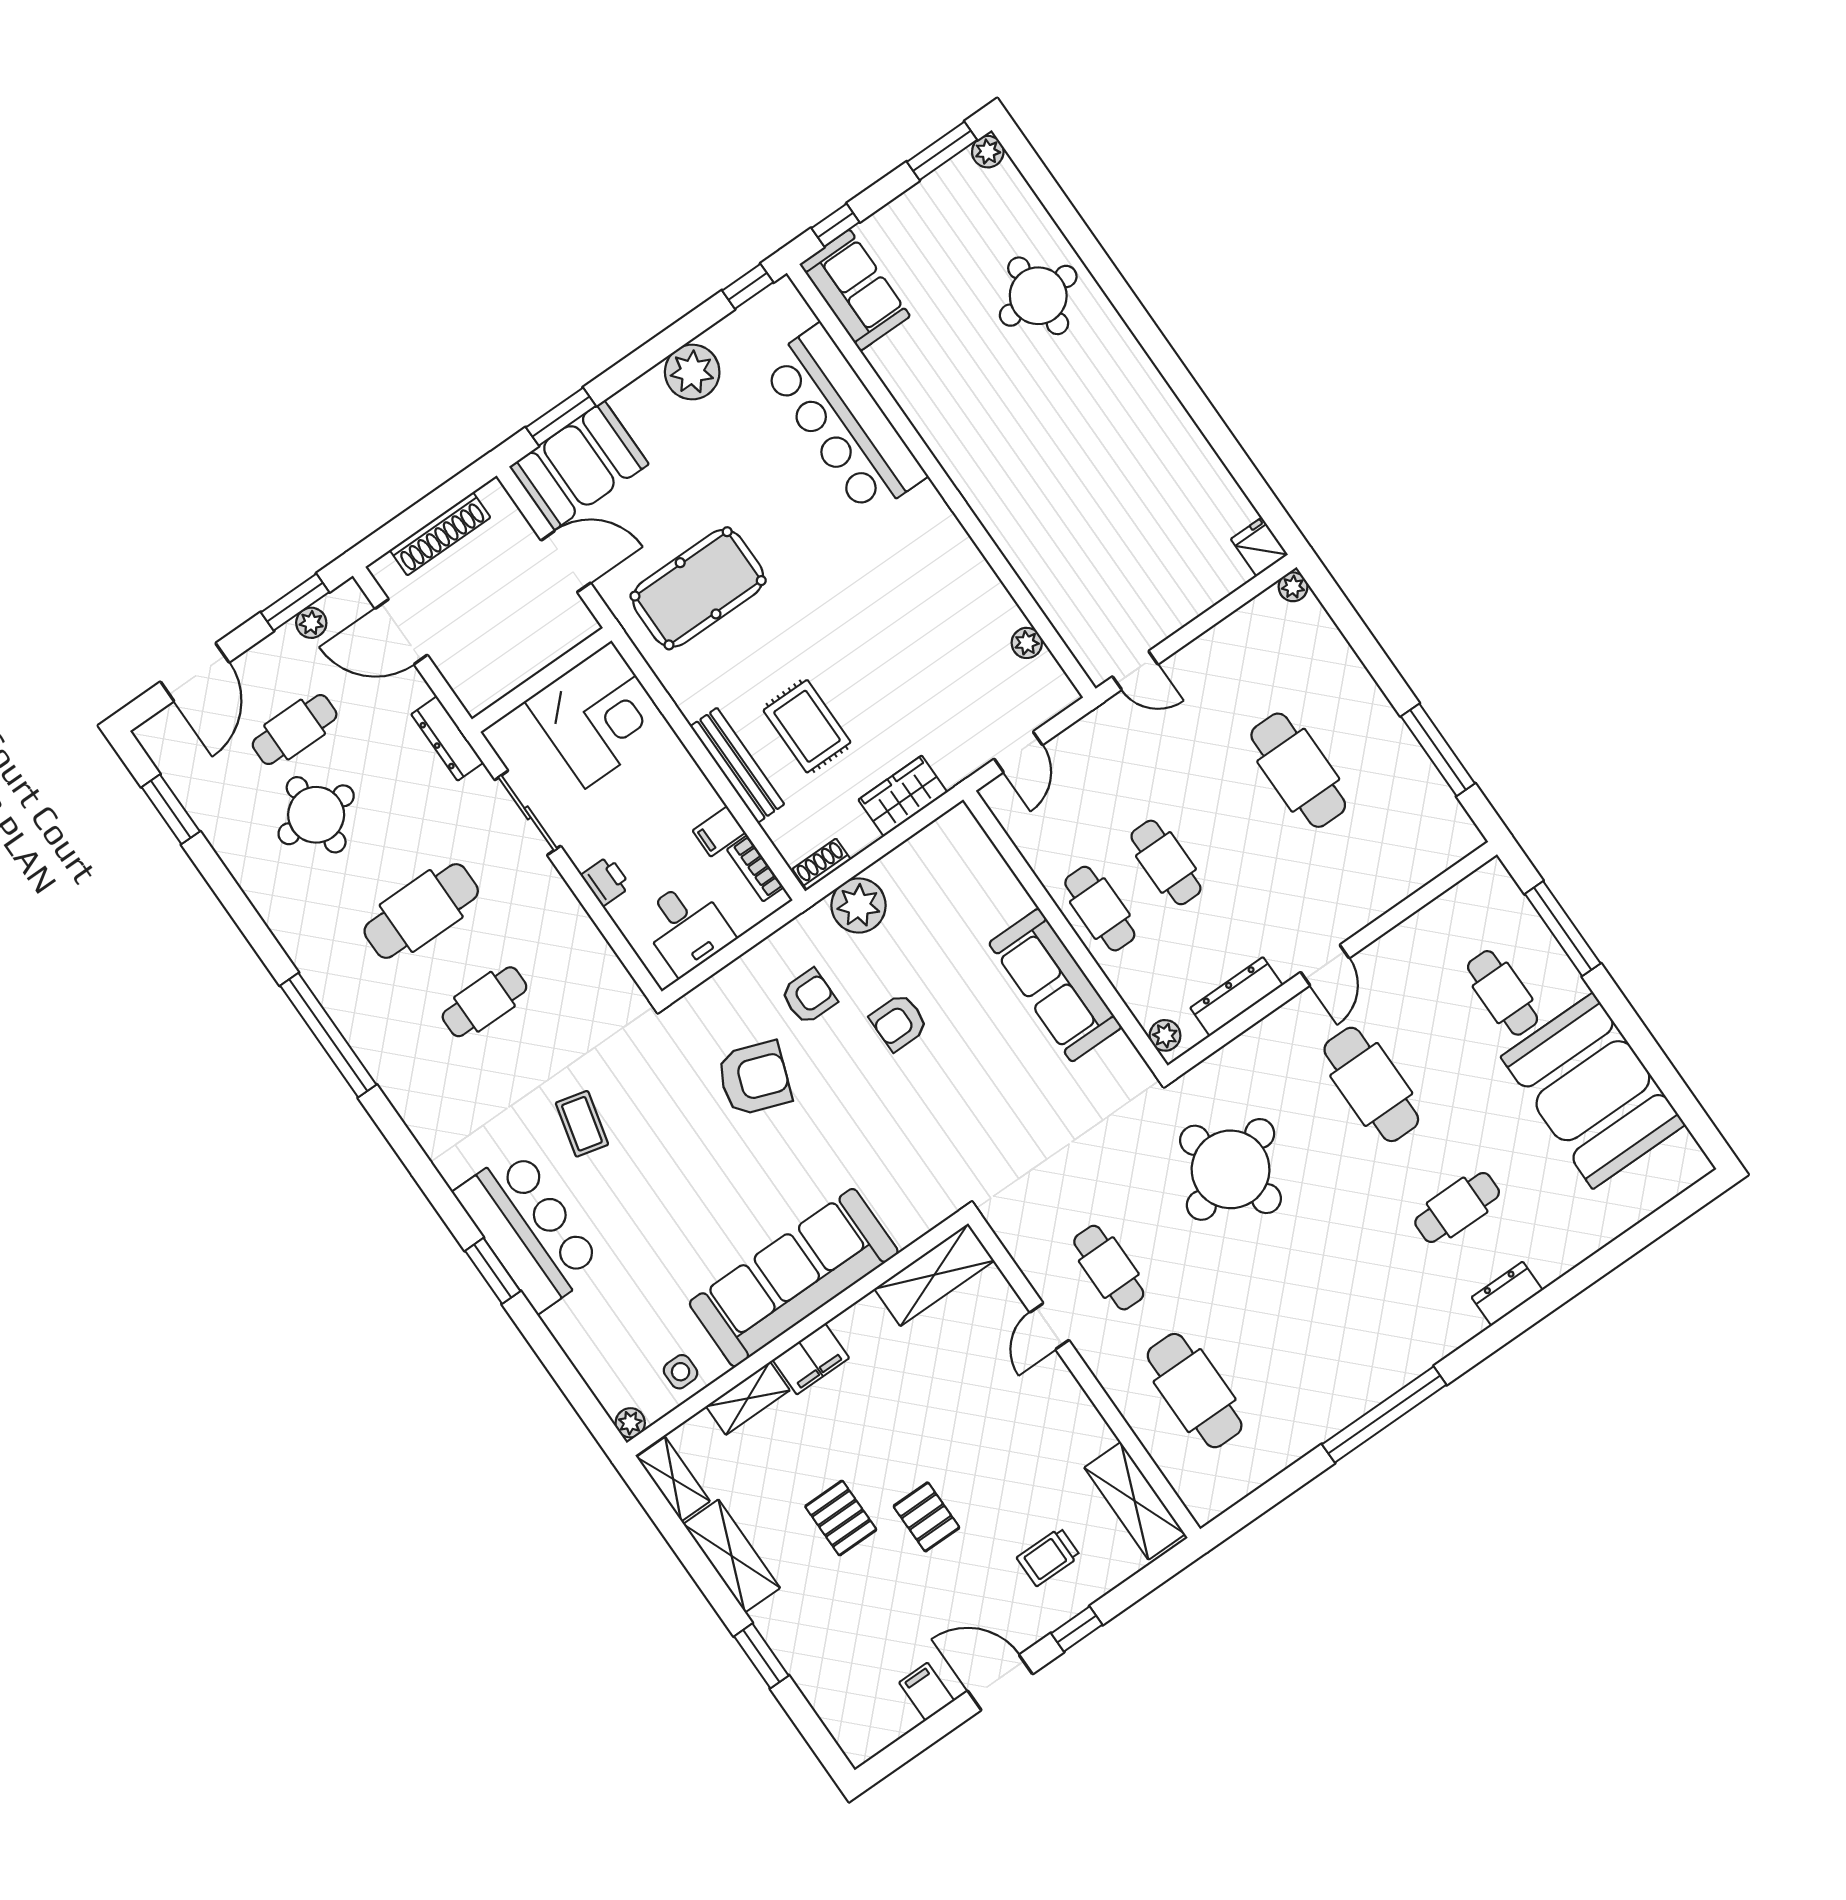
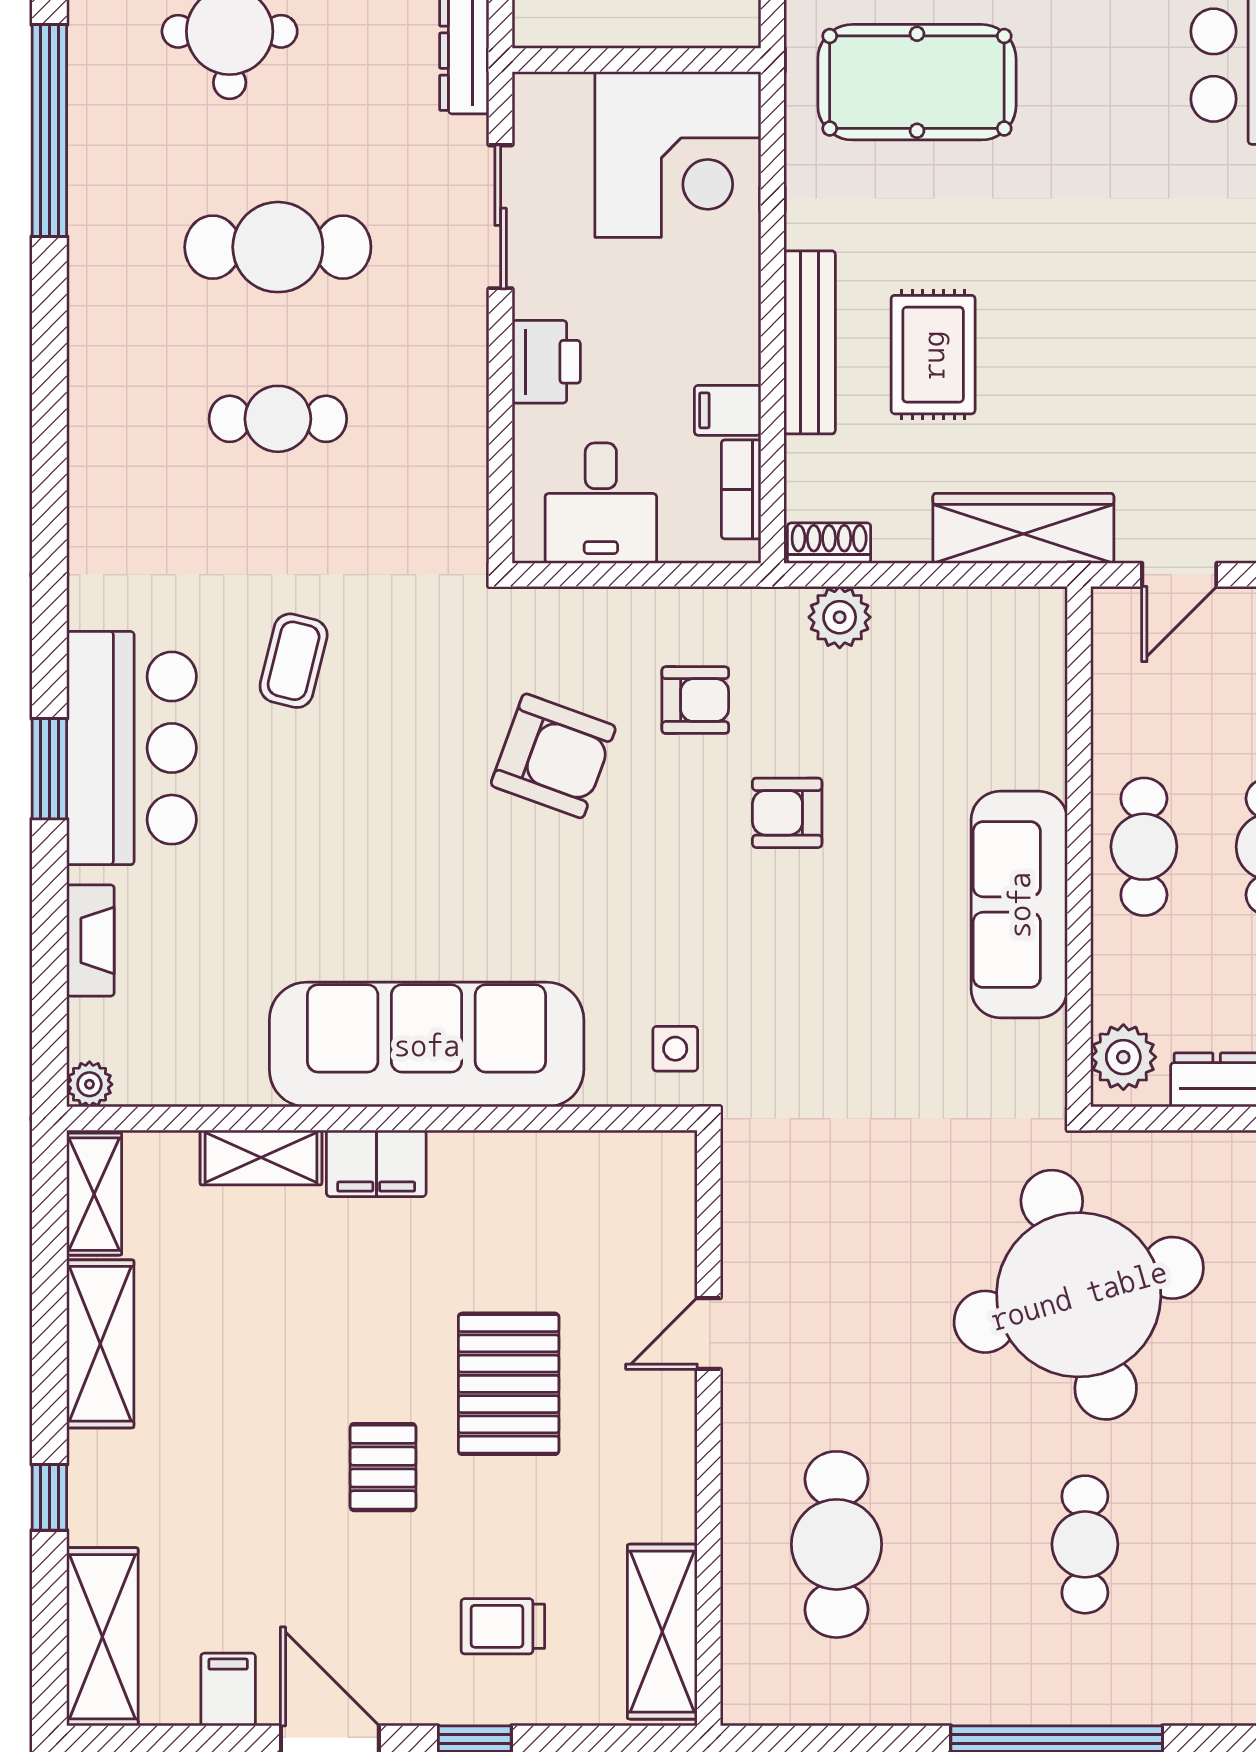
wardrobe: (903, 796) -> (1023, 528), width x1.50
printer: (606, 881) -> (546, 362), width x1.36, depth x1.24
plant: (859, 905) -> (840, 617), width x0.73, depth x0.73
window: (328, 1035) -> (49, 131), moved
plant: (1165, 1035) -> (1123, 1057), width x1.38, depth x1.38
round table: (1231, 1169) -> (1079, 1295), width x1.36, depth x1.36
cafe table: (1109, 1268) -> (1085, 1544), moved
shelving: (934, 1275) -> (102, 1637), moved, turned 90
fireplace: (578, 1346) -> (90, 940), added
side table: (681, 1372) -> (675, 1049), moved
pallet: (841, 1518) -> (509, 1384), moved, width x1.50, depth x1.42
window: (761, 1656) -> (49, 1497), width x0.67

